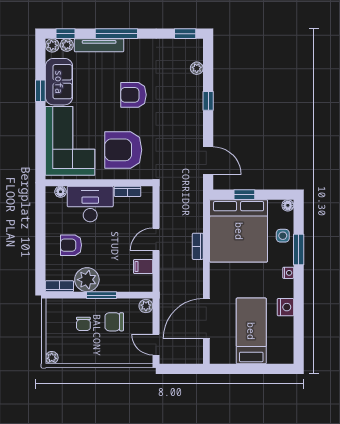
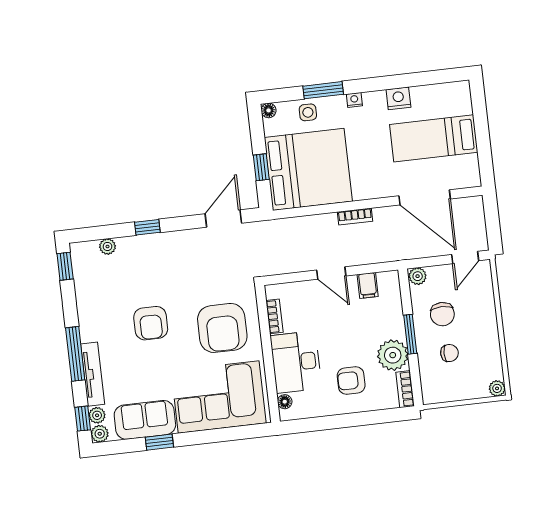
armchair: (71, 245) -> (351, 380), turned 90
bookcase: (198, 246) -> (355, 217), moved

